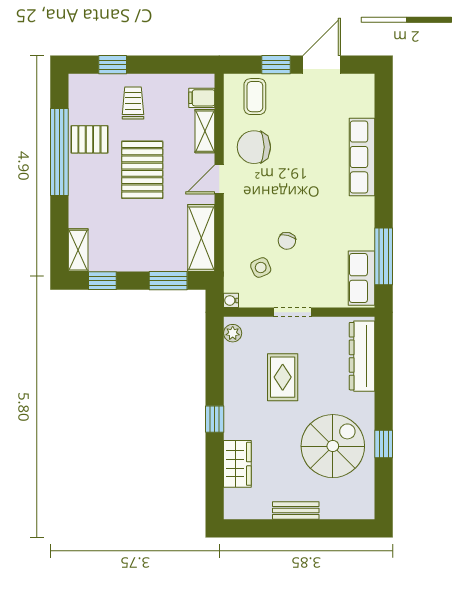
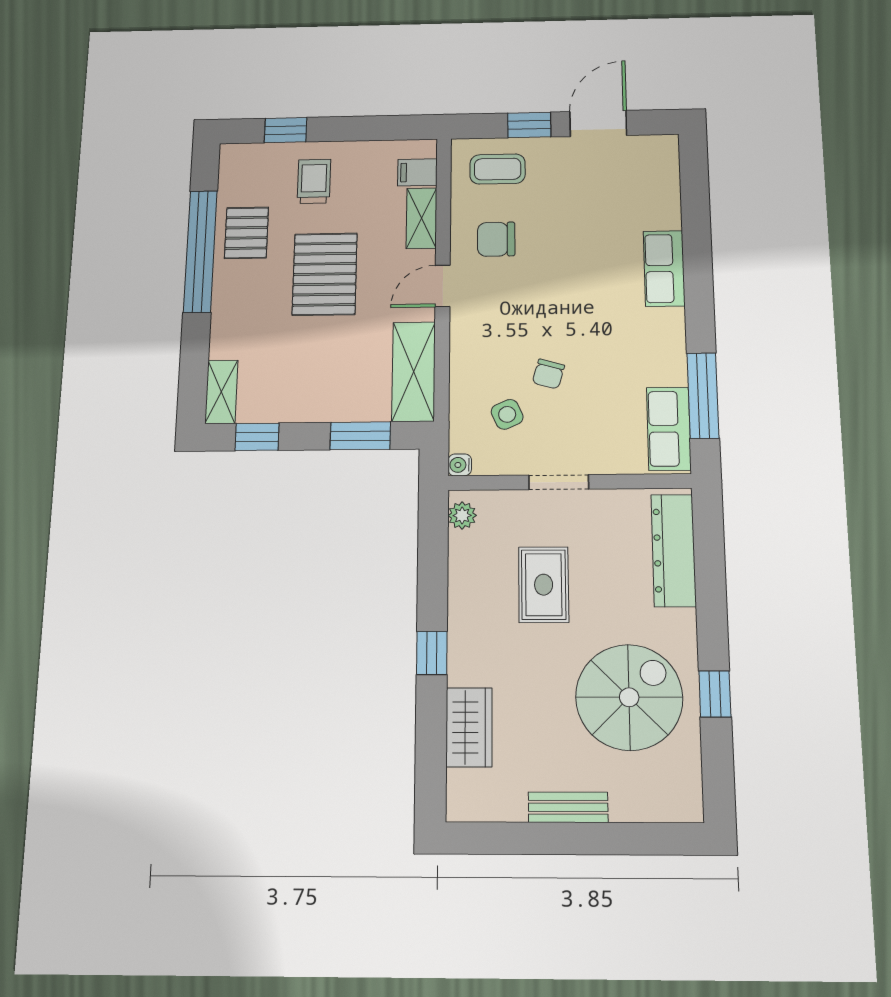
coffee table: (255, 97) -> (498, 169), turned 90
pallet: (89, 139) -> (246, 233), turned 90
chair: (254, 147) -> (496, 239), width x0.73, depth x0.73
row of seats: (362, 157) -> (664, 268), width x0.68

